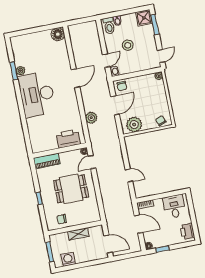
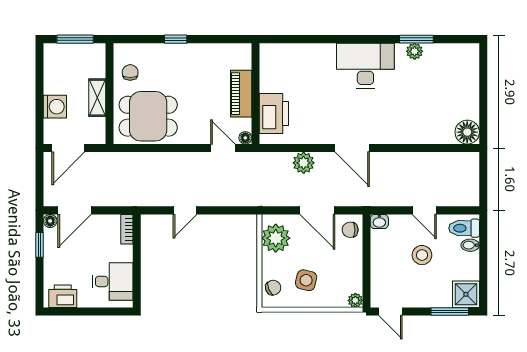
door: (106, 61) -> (424, 210), moved
door: (75, 78) -> (352, 148), moved
desk: (37, 94) -> (365, 66), width x0.73, depth x0.77
side table: (153, 104) -> (306, 280), added
piano: (47, 161) -> (241, 94), moved
dining table: (71, 189) -> (148, 116), moved, turned 90
door: (139, 224) -> (74, 210), moved
washing machine: (68, 259) -> (55, 107), moved

